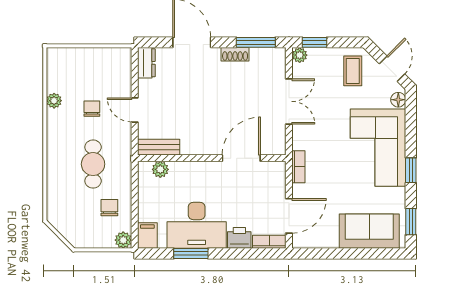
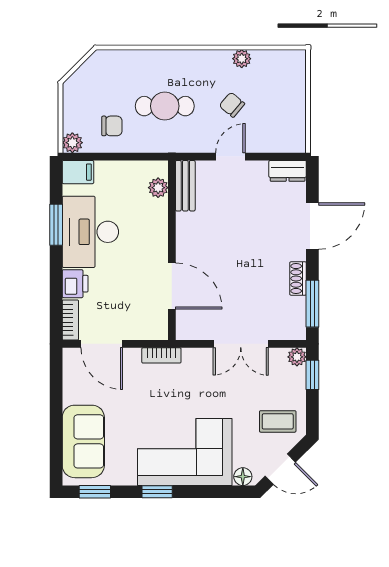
chair: (92, 109) -> (232, 105), turned -140

